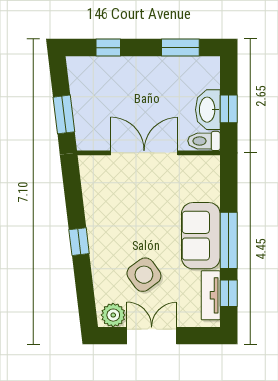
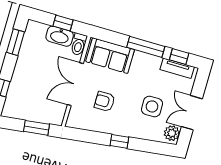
armchair: (131, 203) -> (105, 101), added
sofa: (201, 236) -> (110, 56), moved
side table: (144, 275) -> (152, 106), turned 36

